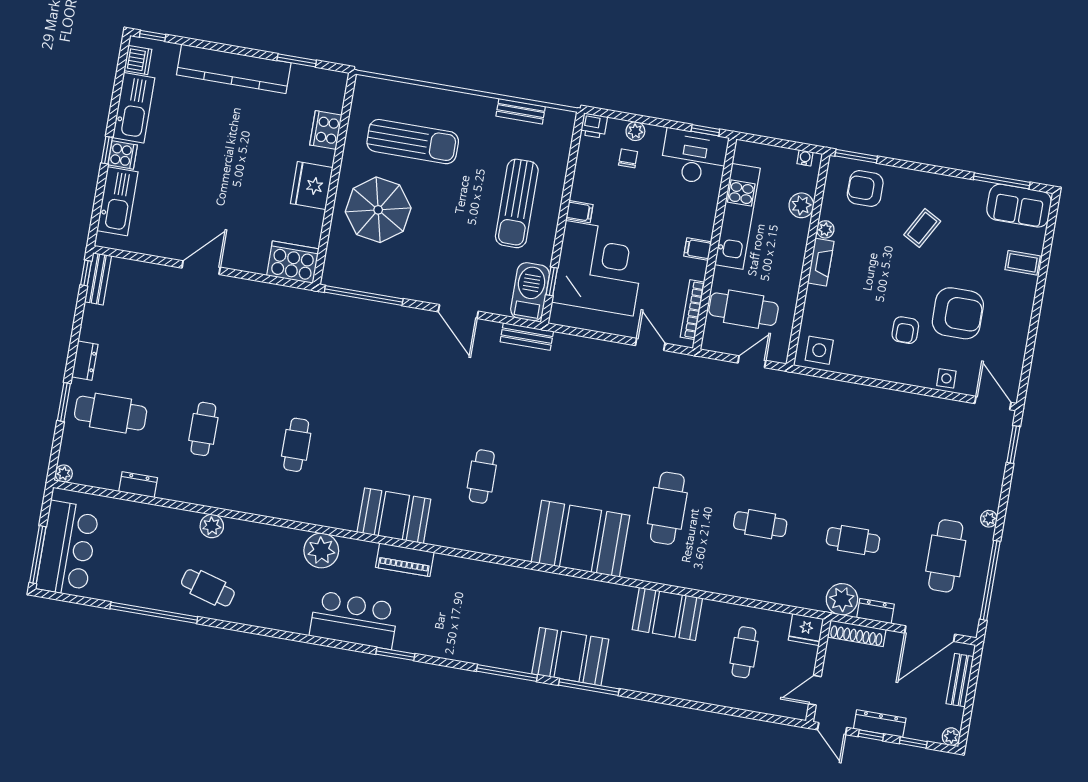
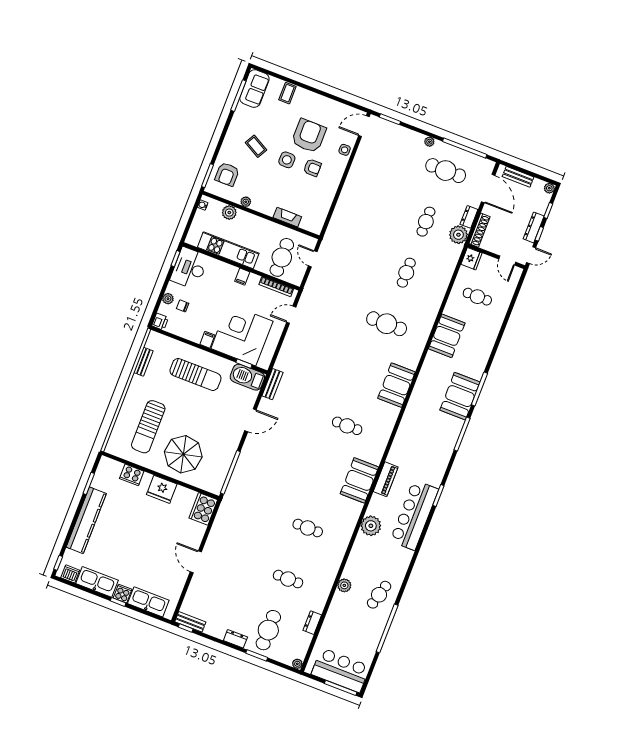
sun lounger: (413, 142) -> (148, 427), turned 180
fireplace: (821, 262) -> (287, 217), moved
side table: (819, 350) -> (287, 160), moved
booth: (581, 539) -> (396, 385), width x0.73, depth x0.70
bar counter: (354, 620) -> (414, 515), width x1.36

